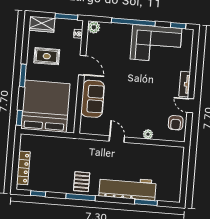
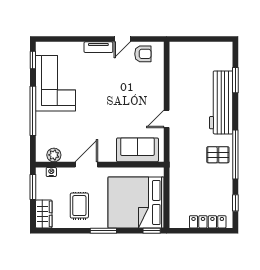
plant: (94, 27) -> (54, 155), moved
sofa: (93, 99) -> (137, 150), moved
plant: (148, 134) -> (158, 84), removed
window: (81, 197) -> (235, 155), width x1.46

